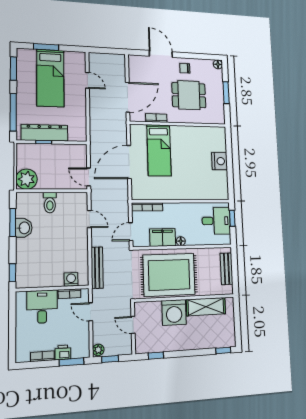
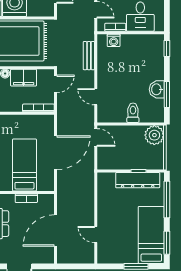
bed: (50, 78) -> (151, 235), moved
door: (128, 97) -> (55, 231), moved
bench: (97, 268) -> (89, 56), width x0.73

